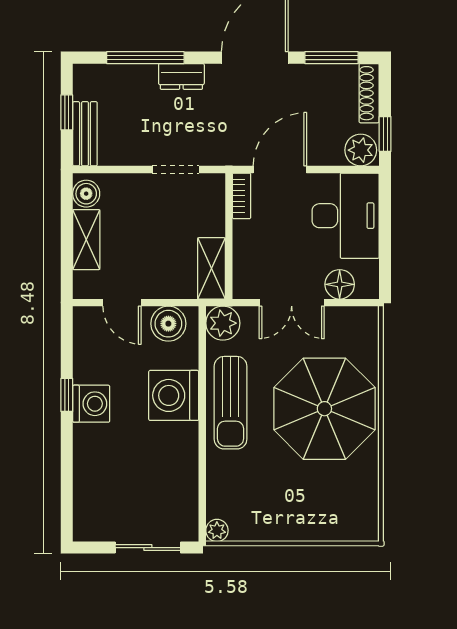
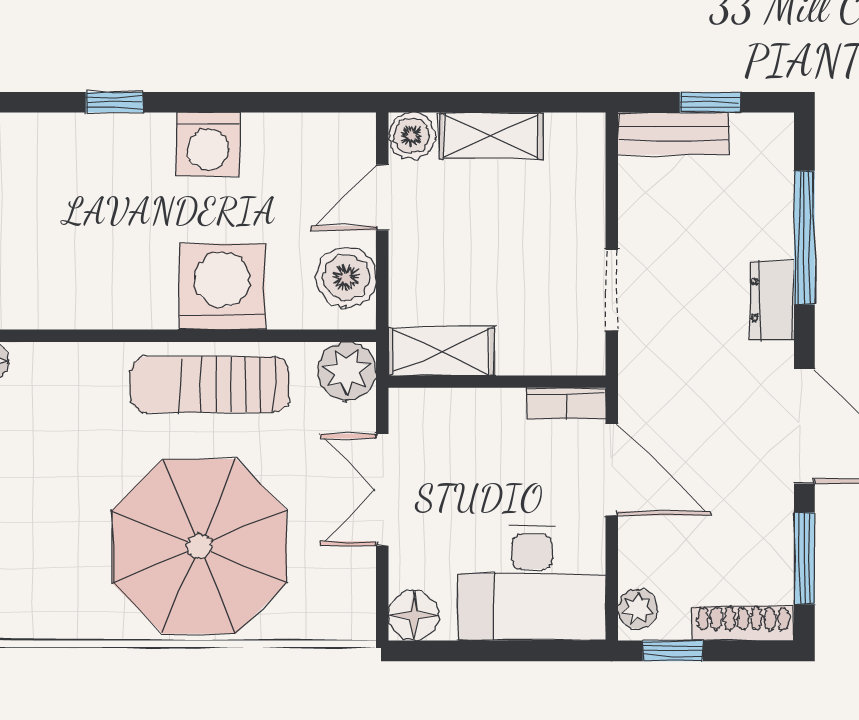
plant: (361, 150) -> (638, 609), width x0.73, depth x0.73
boiler: (86, 194) -> (412, 136), moved
floor lamp: (340, 284) -> (414, 615), moved
window: (67, 395) -> (114, 102), moved

